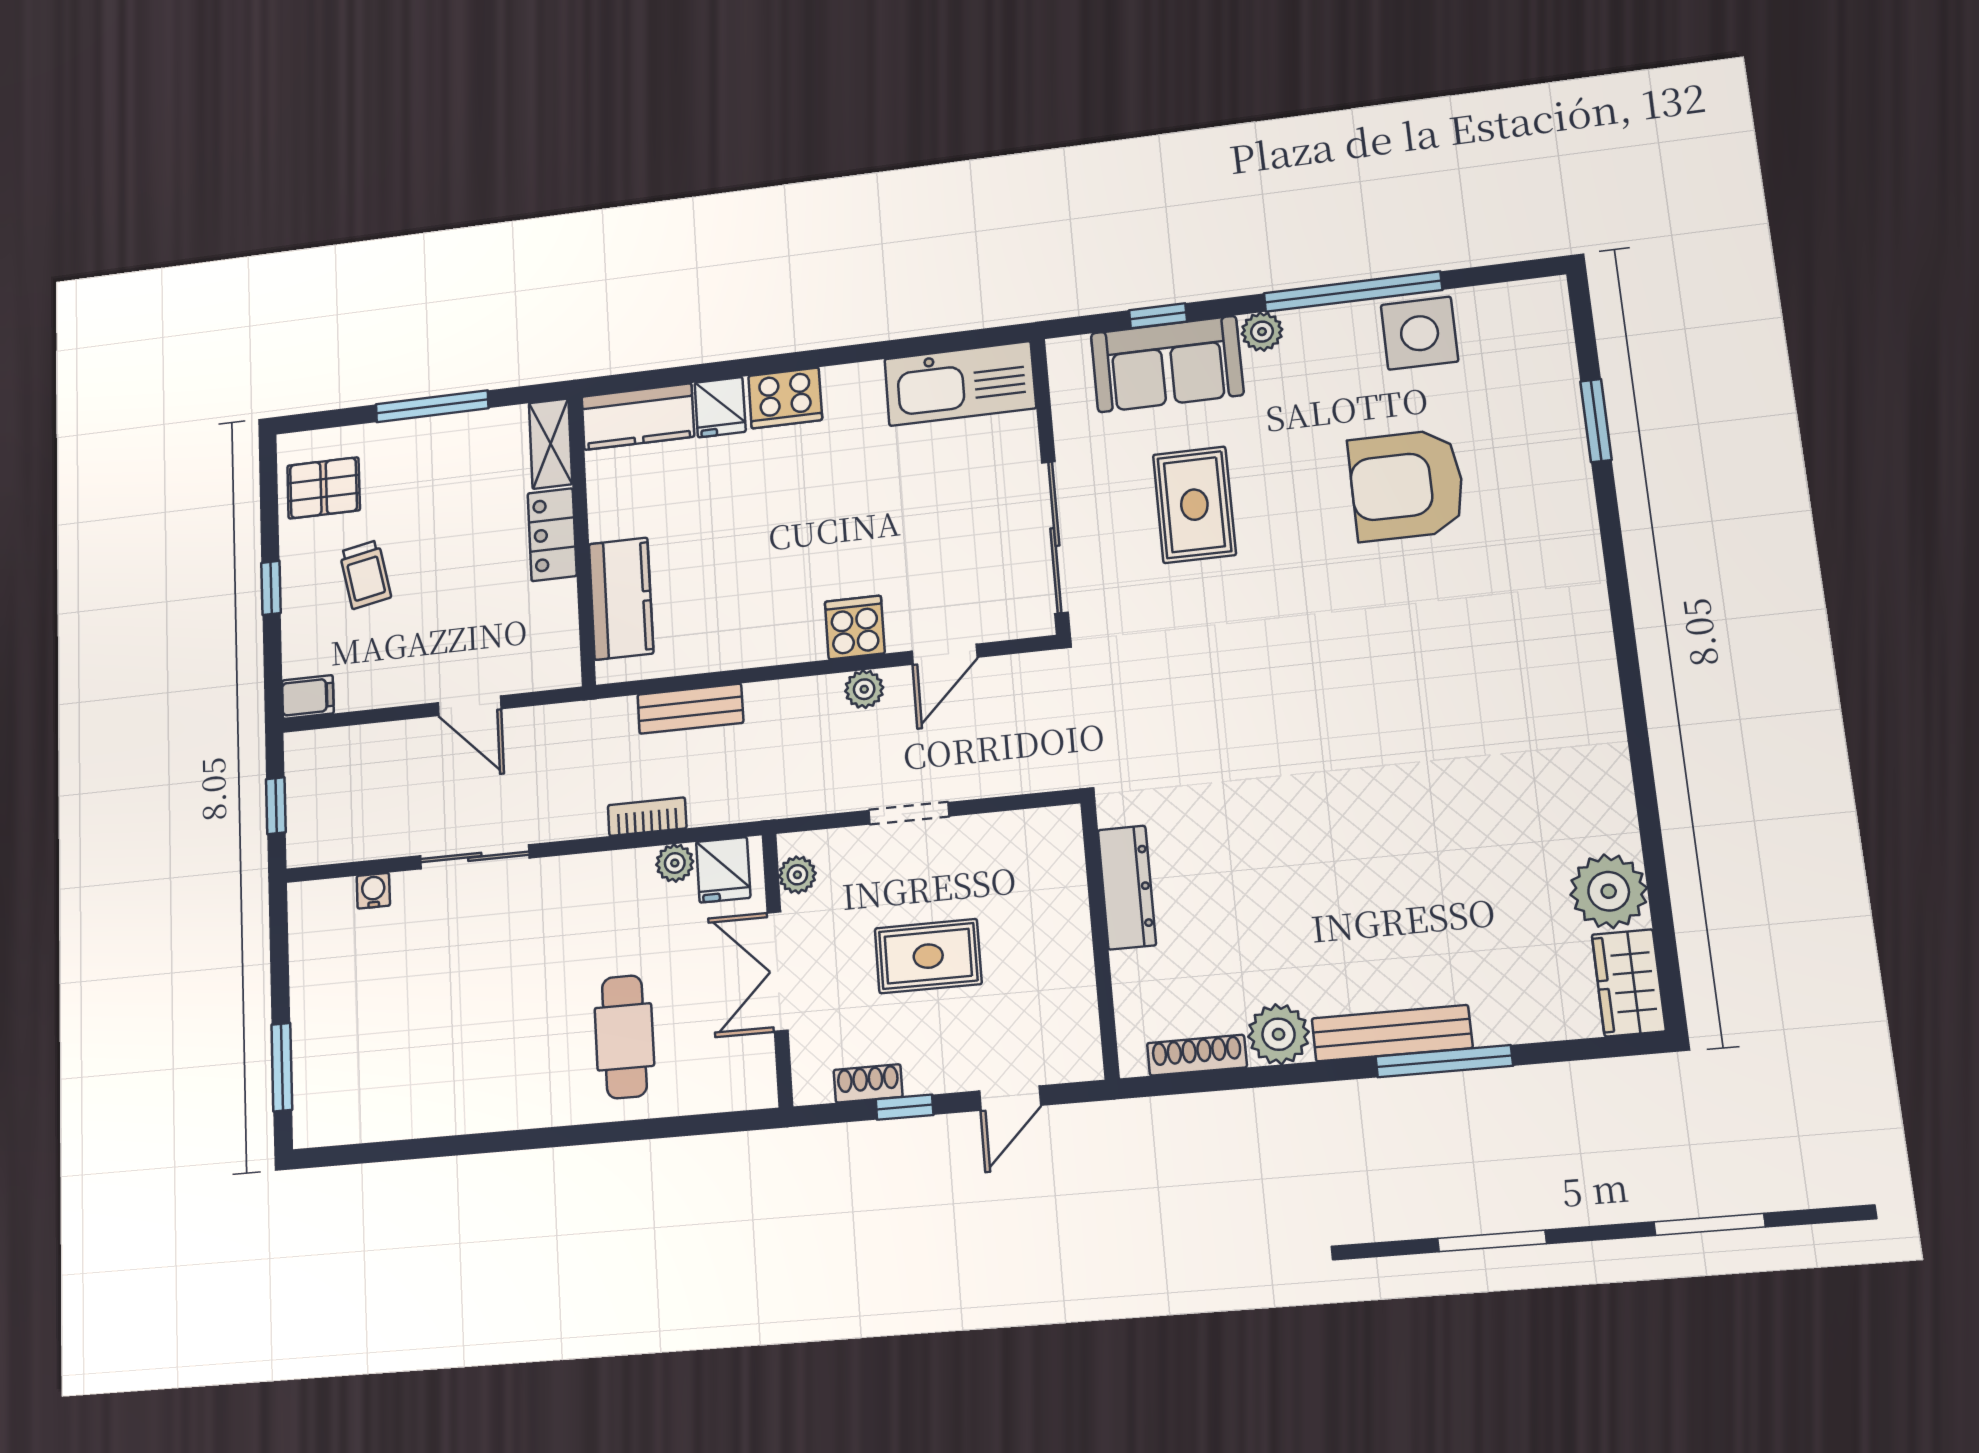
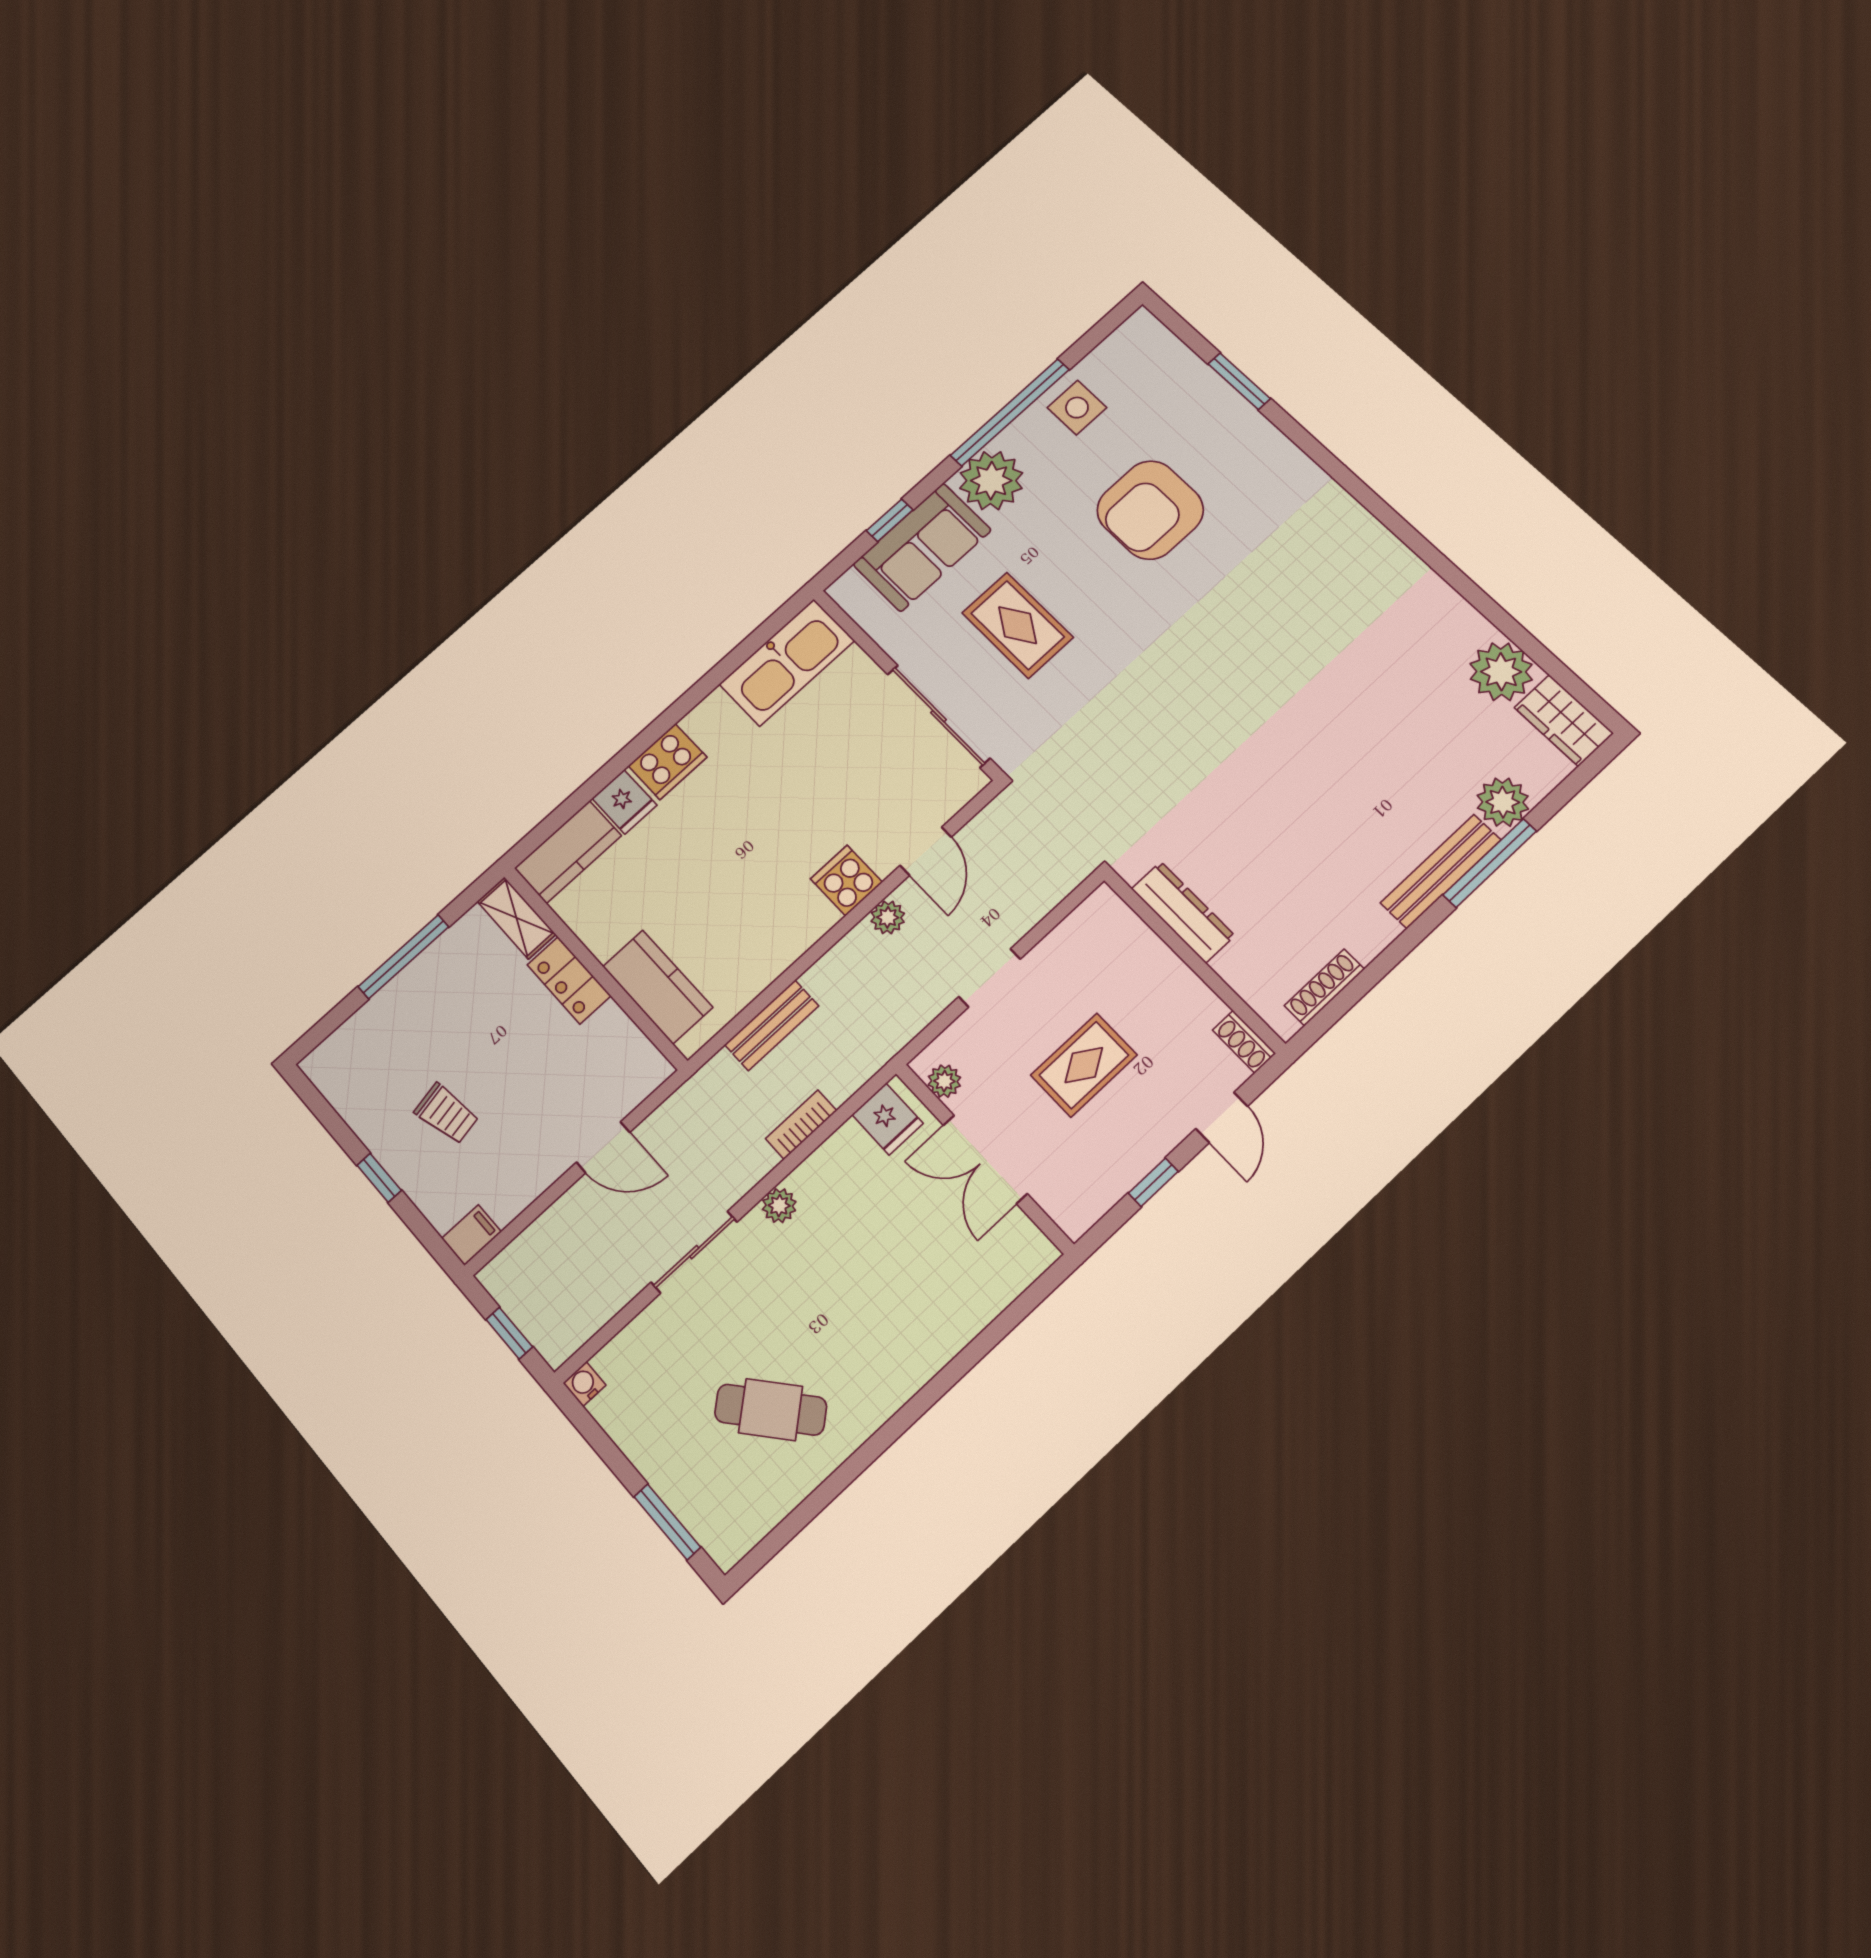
plant: (1262, 332) -> (991, 481), width x1.88, depth x1.88
side table: (1420, 333) -> (1077, 408), width x0.73, depth x0.73
pallet: (324, 488) -> (364, 1076), removed
plant: (675, 863) -> (779, 1206), moved
water cooler: (373, 891) -> (584, 1384), moved
plant: (1279, 1034) -> (1503, 802), moved
cafe table: (624, 1037) -> (771, 1410), moved, turned -40
shoe rack: (868, 1083) -> (1244, 1042), moved, turned -90

